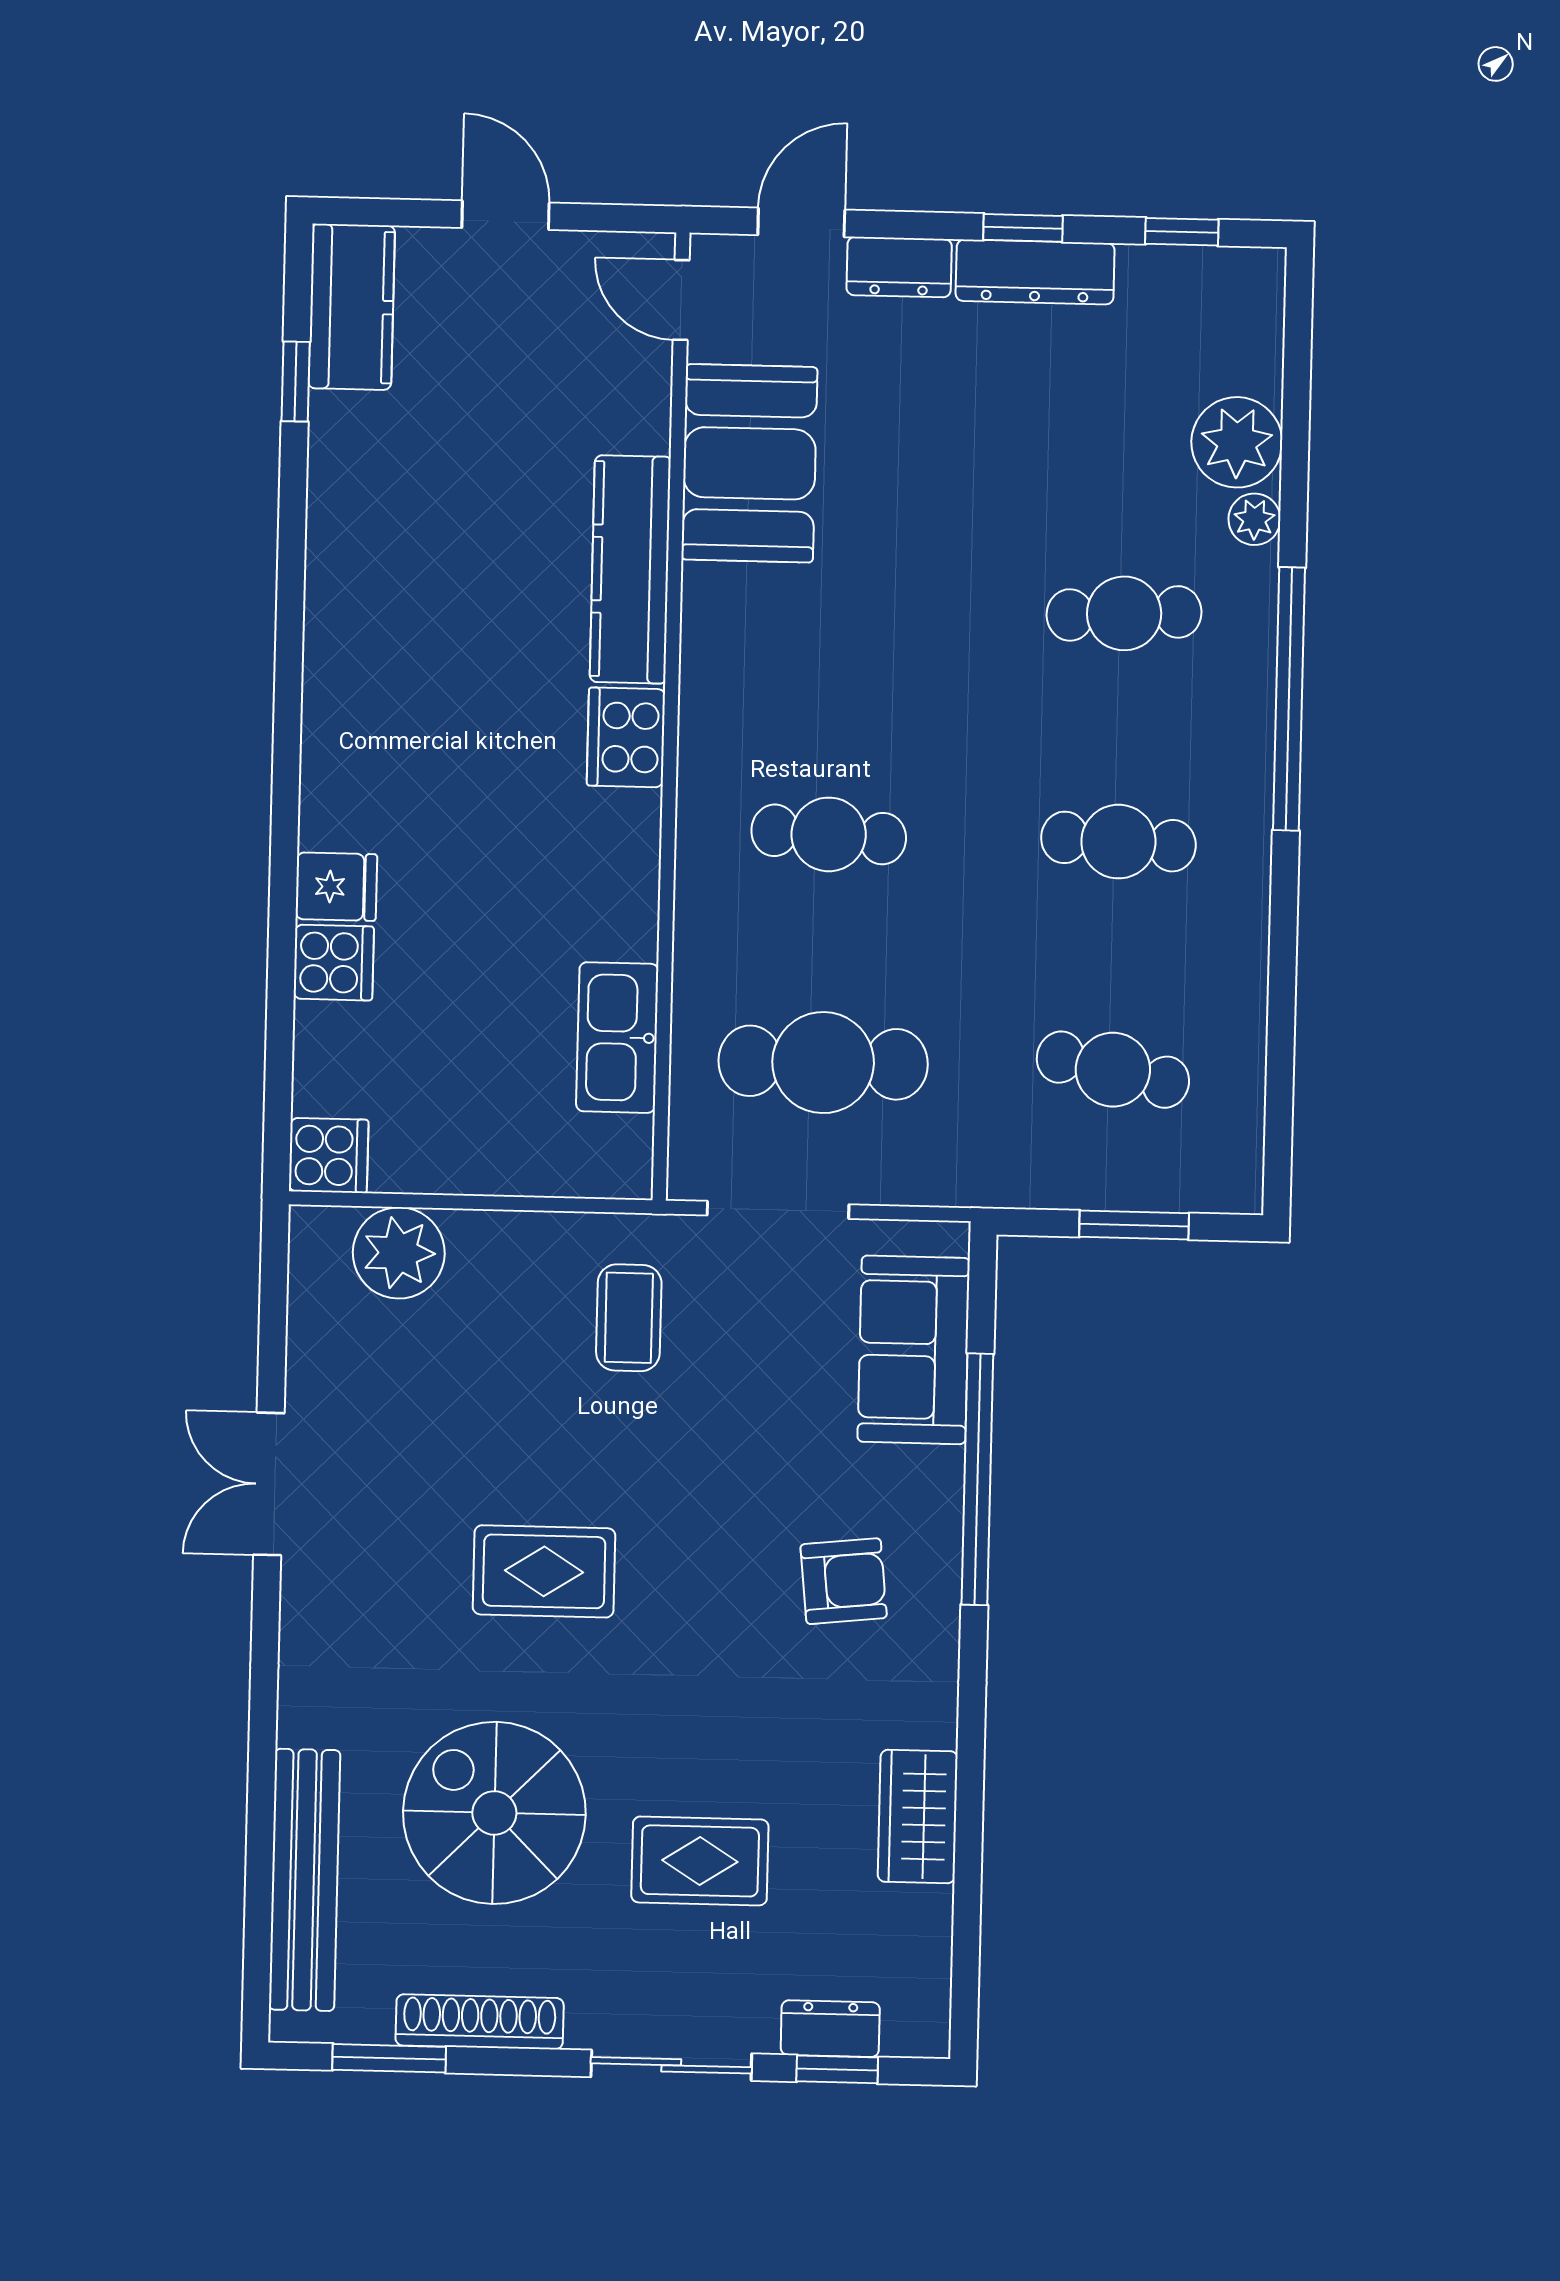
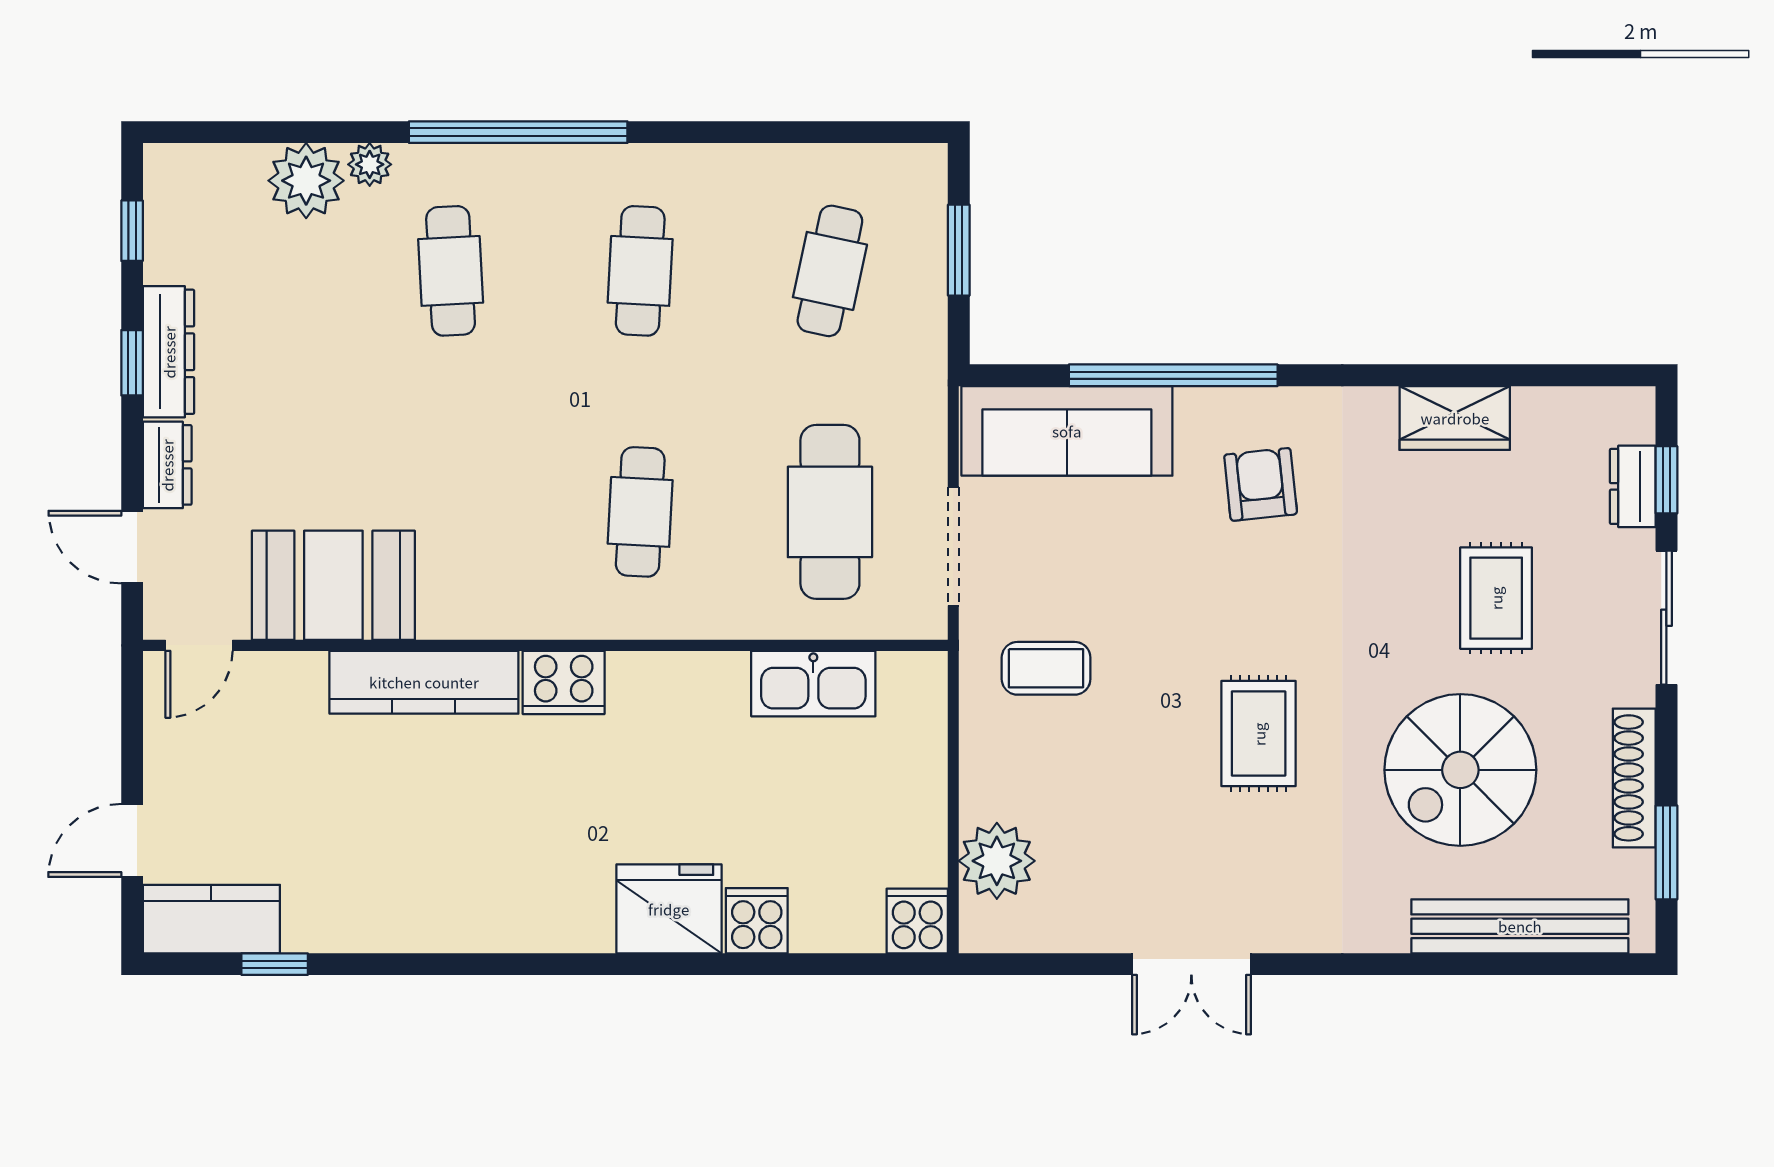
door: (506, 215) -> (132, 840), moved
fridge: (336, 887) -> (669, 909), width x1.88, depth x1.34
sofa: (914, 1350) -> (1067, 431), width x1.36

